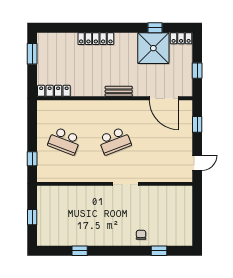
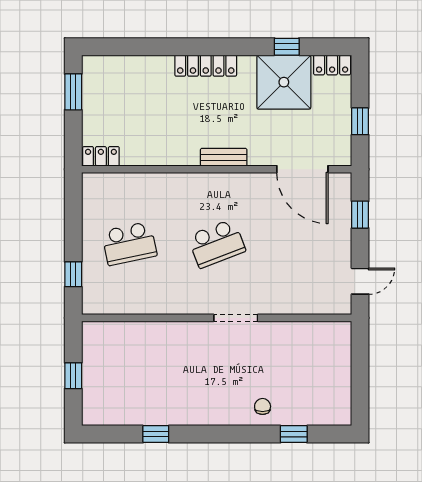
locker: (96, 39) -> (206, 66), moved
locker: (54, 91) -> (101, 156), width x0.66
school desk: (64, 141) -> (129, 244), turned -33

